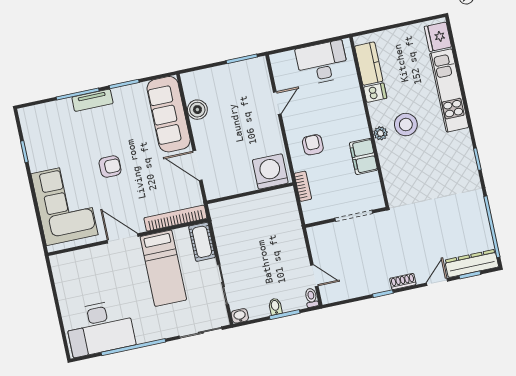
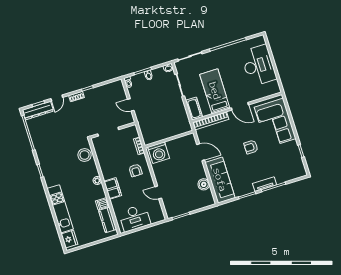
door: (277, 103) -> (158, 192), hinge flipped
stool: (406, 125) -> (85, 155), moved
filing cabinet: (363, 156) -> (113, 188), moved
door: (314, 276) -> (131, 105), moved
desk: (100, 328) -> (259, 65), moved, turned 90

